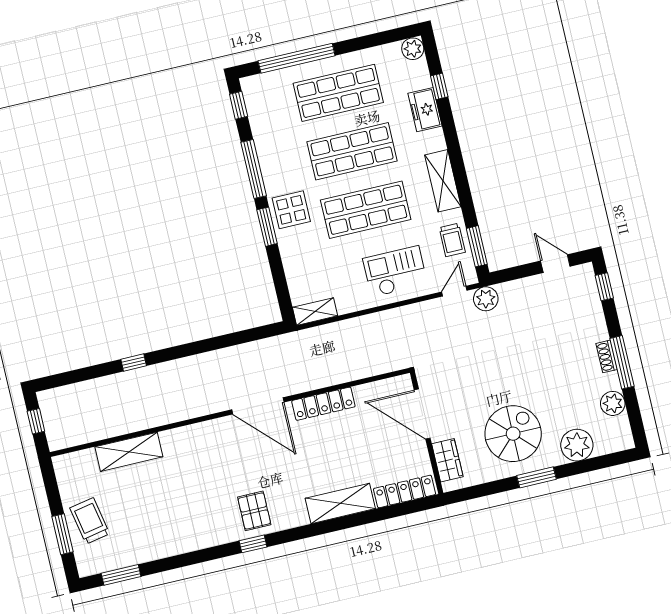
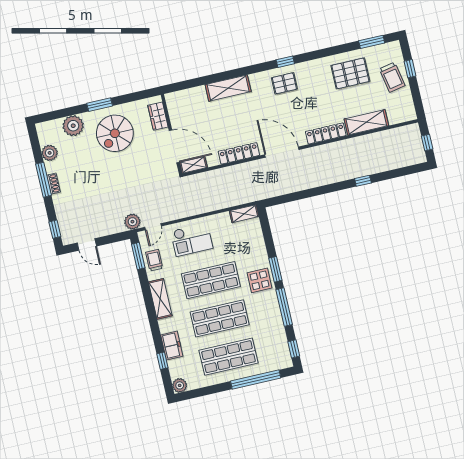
shelving: (393, 386) -> (193, 165), added
locker: (405, 491) -> (326, 133), moved, turned 180
pallet: (254, 511) -> (284, 83), turned 90
pallet: (153, 526) -> (350, 73), added
window: (62, 534) -> (410, 69), width x0.67

